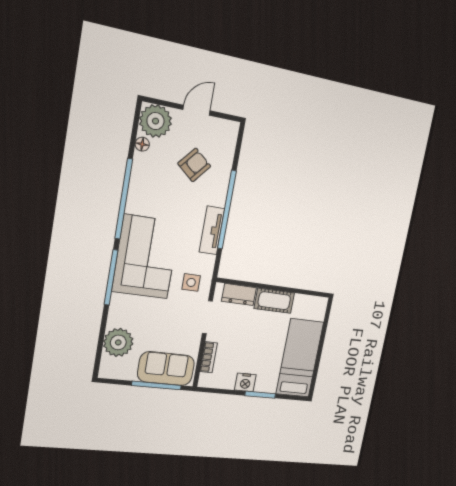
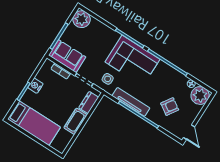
door: (197, 110) -> (189, 132), moved
armchair: (194, 165) -> (170, 107), turned -97
tv unit: (212, 230) -> (131, 102), width x1.41
plant: (118, 342) -> (82, 19), moved
sofa: (166, 369) -> (67, 56), moved, turned -90

